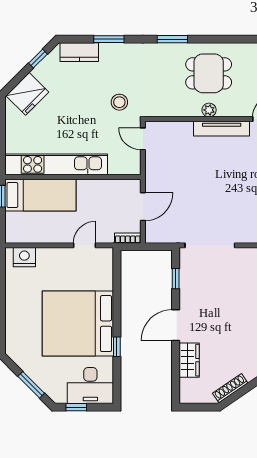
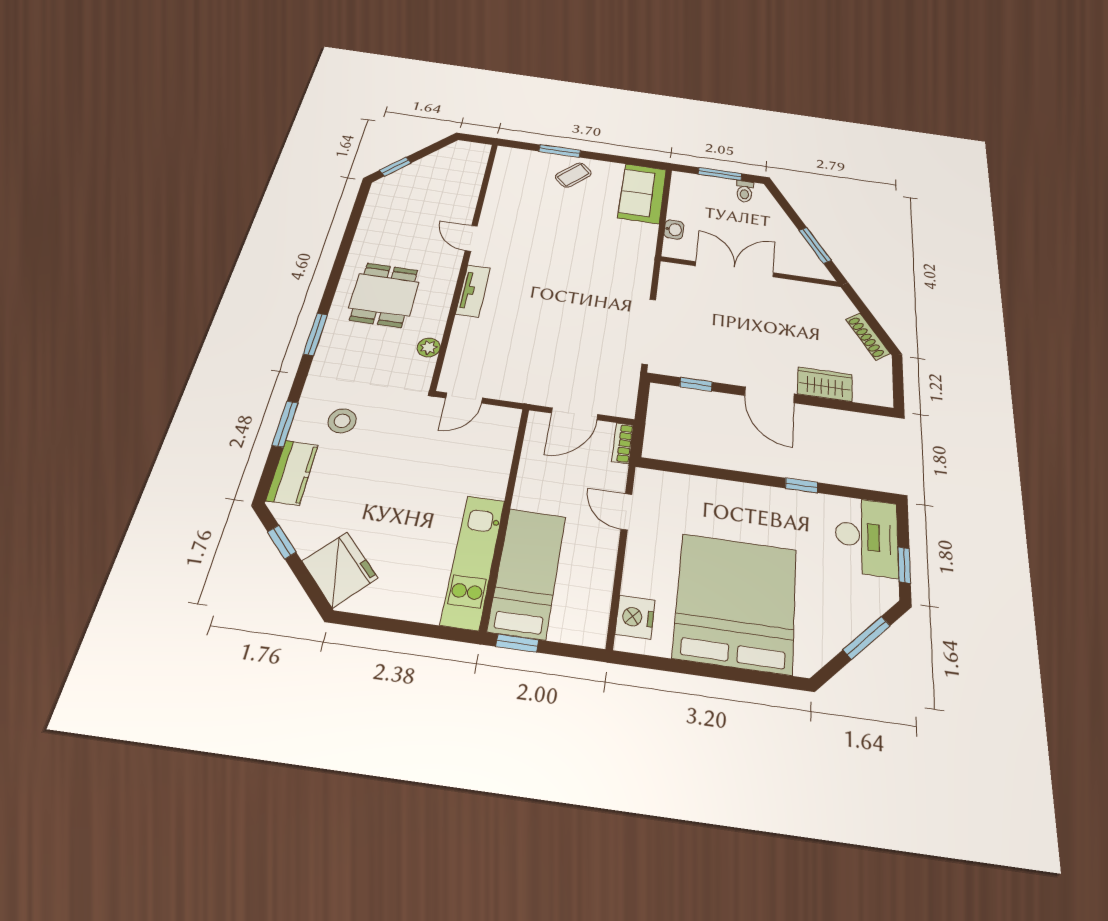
stool: (119, 102) -> (342, 421), moved
plant: (209, 110) -> (429, 347), moved
tv unit: (222, 129) -> (473, 291), width x0.71
kitchen unit: (56, 164) -> (473, 561), width x0.73
door: (143, 207) -> (575, 414), swing flipped
bed: (78, 324) -> (736, 602), moved, turned 180

